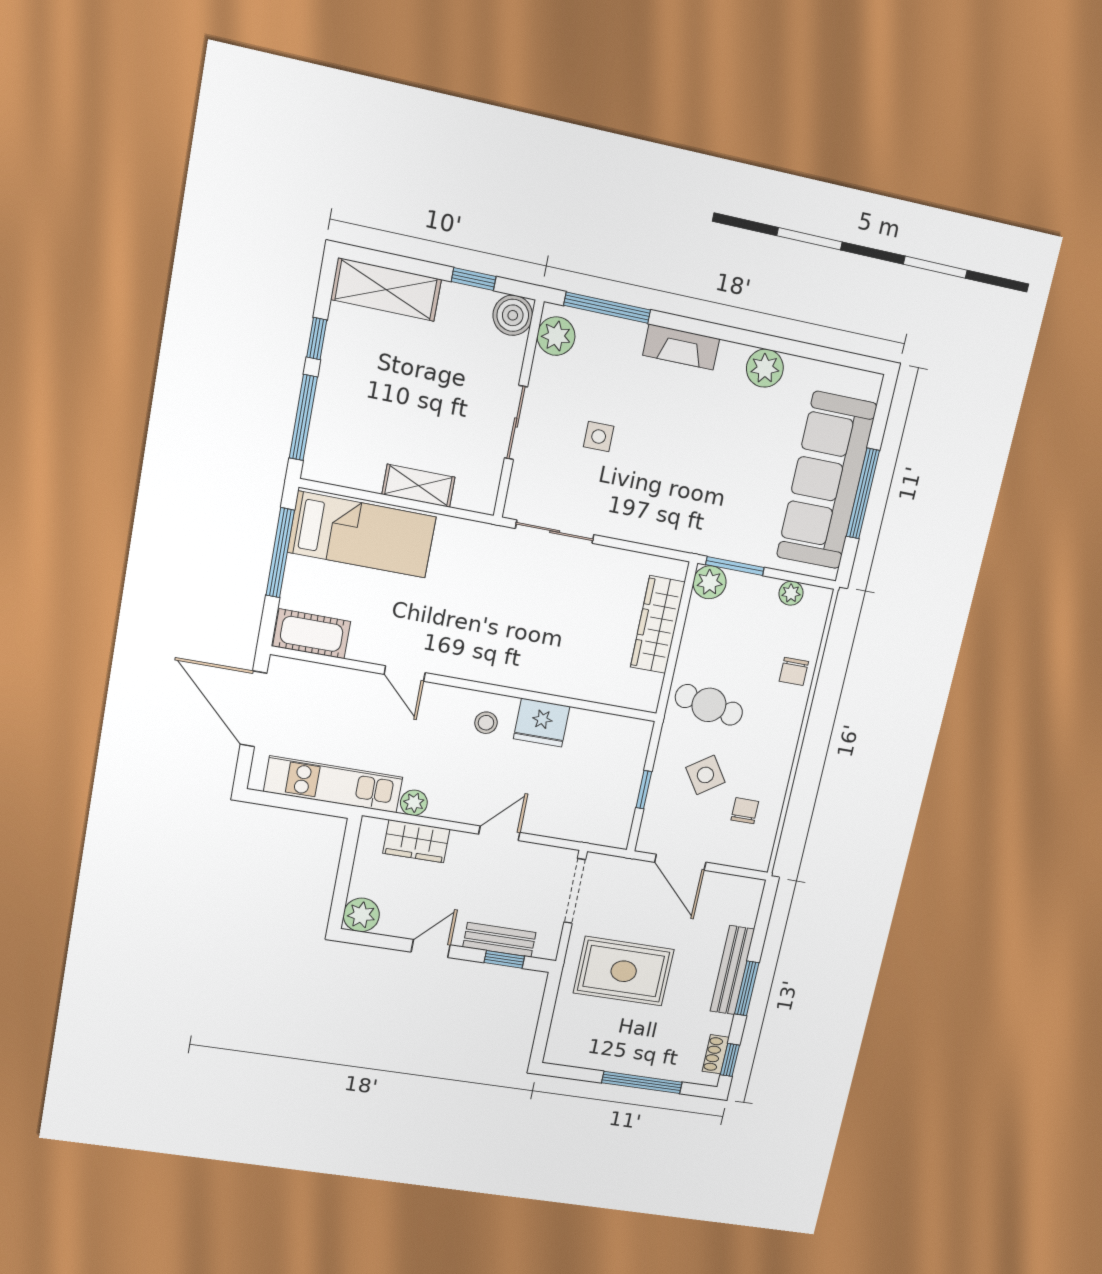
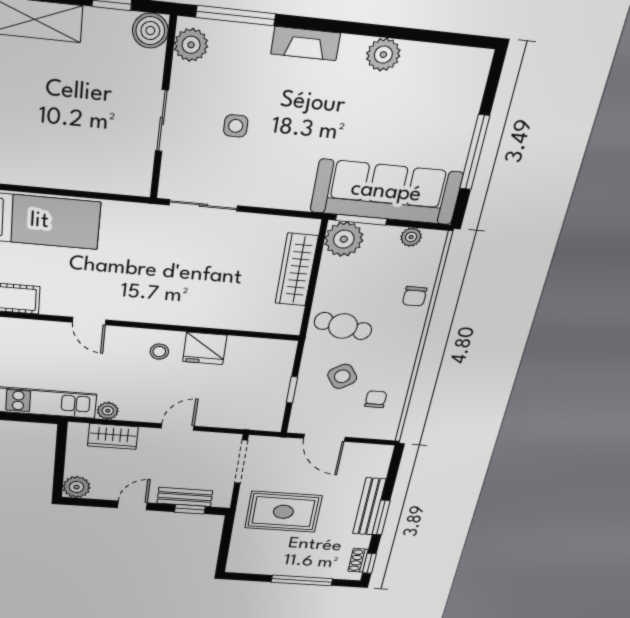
sofa: (827, 481) -> (386, 192), moved, turned 90
shelving: (418, 486) -> (83, 179), removed
plant: (710, 582) -> (344, 239), width x1.36, depth x1.36

